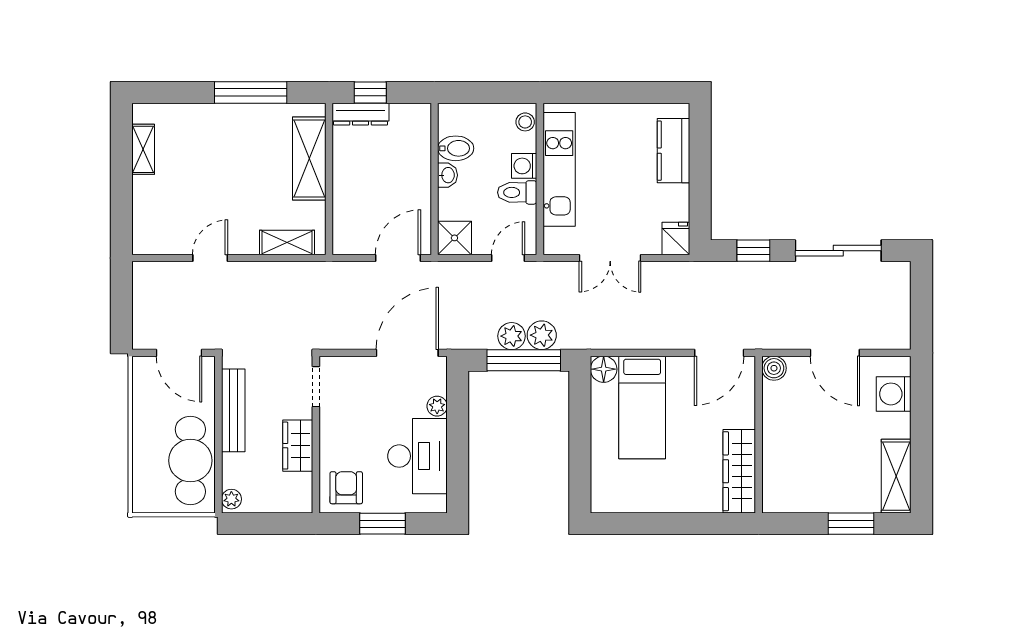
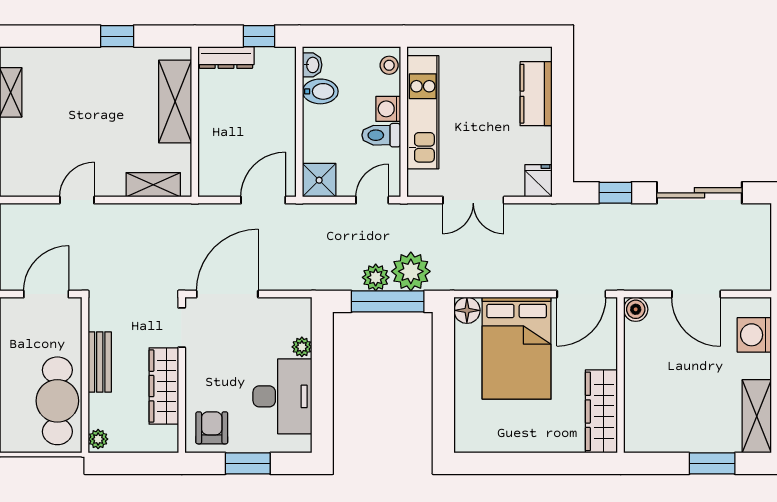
window: (251, 92) -> (117, 36), width x0.46
window: (370, 92) -> (259, 36), moved
washbasin: (447, 175) -> (312, 65), moved
plant: (542, 335) -> (411, 271), width x1.36, depth x1.36
door: (179, 353) -> (46, 294), swing flipped
door: (407, 353) -> (227, 294), moved
bed: (642, 407) -> (517, 348), width x1.50
bench: (233, 410) -> (100, 362), width x0.73
wardrobe: (298, 446) -> (164, 386), width x1.50

